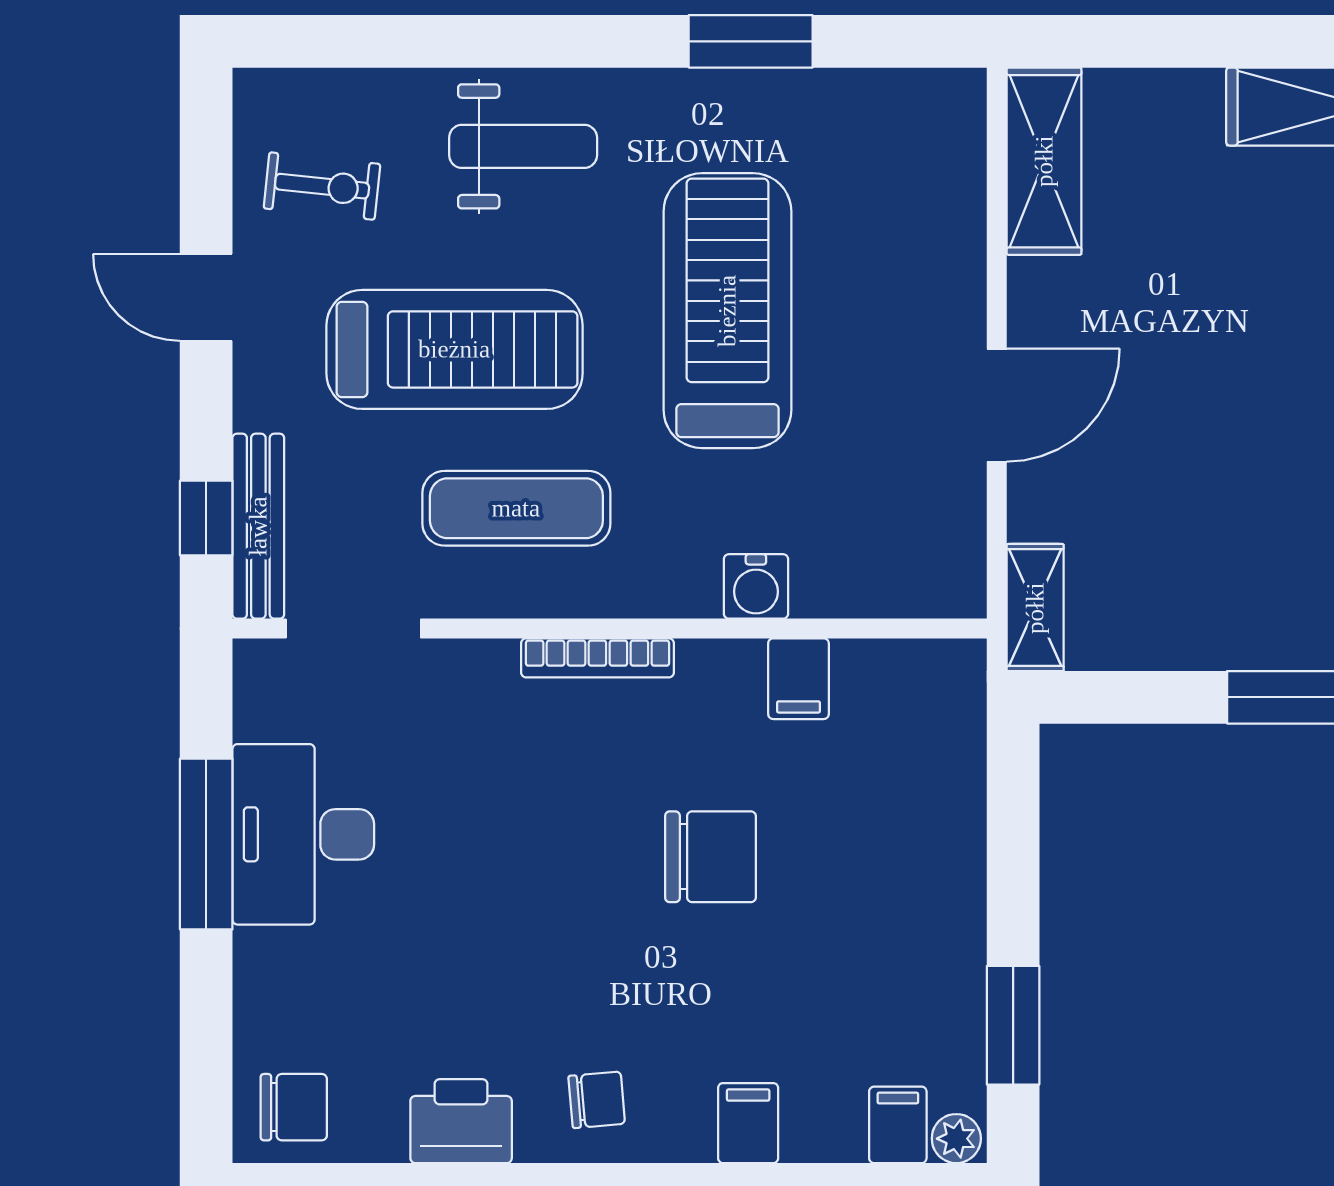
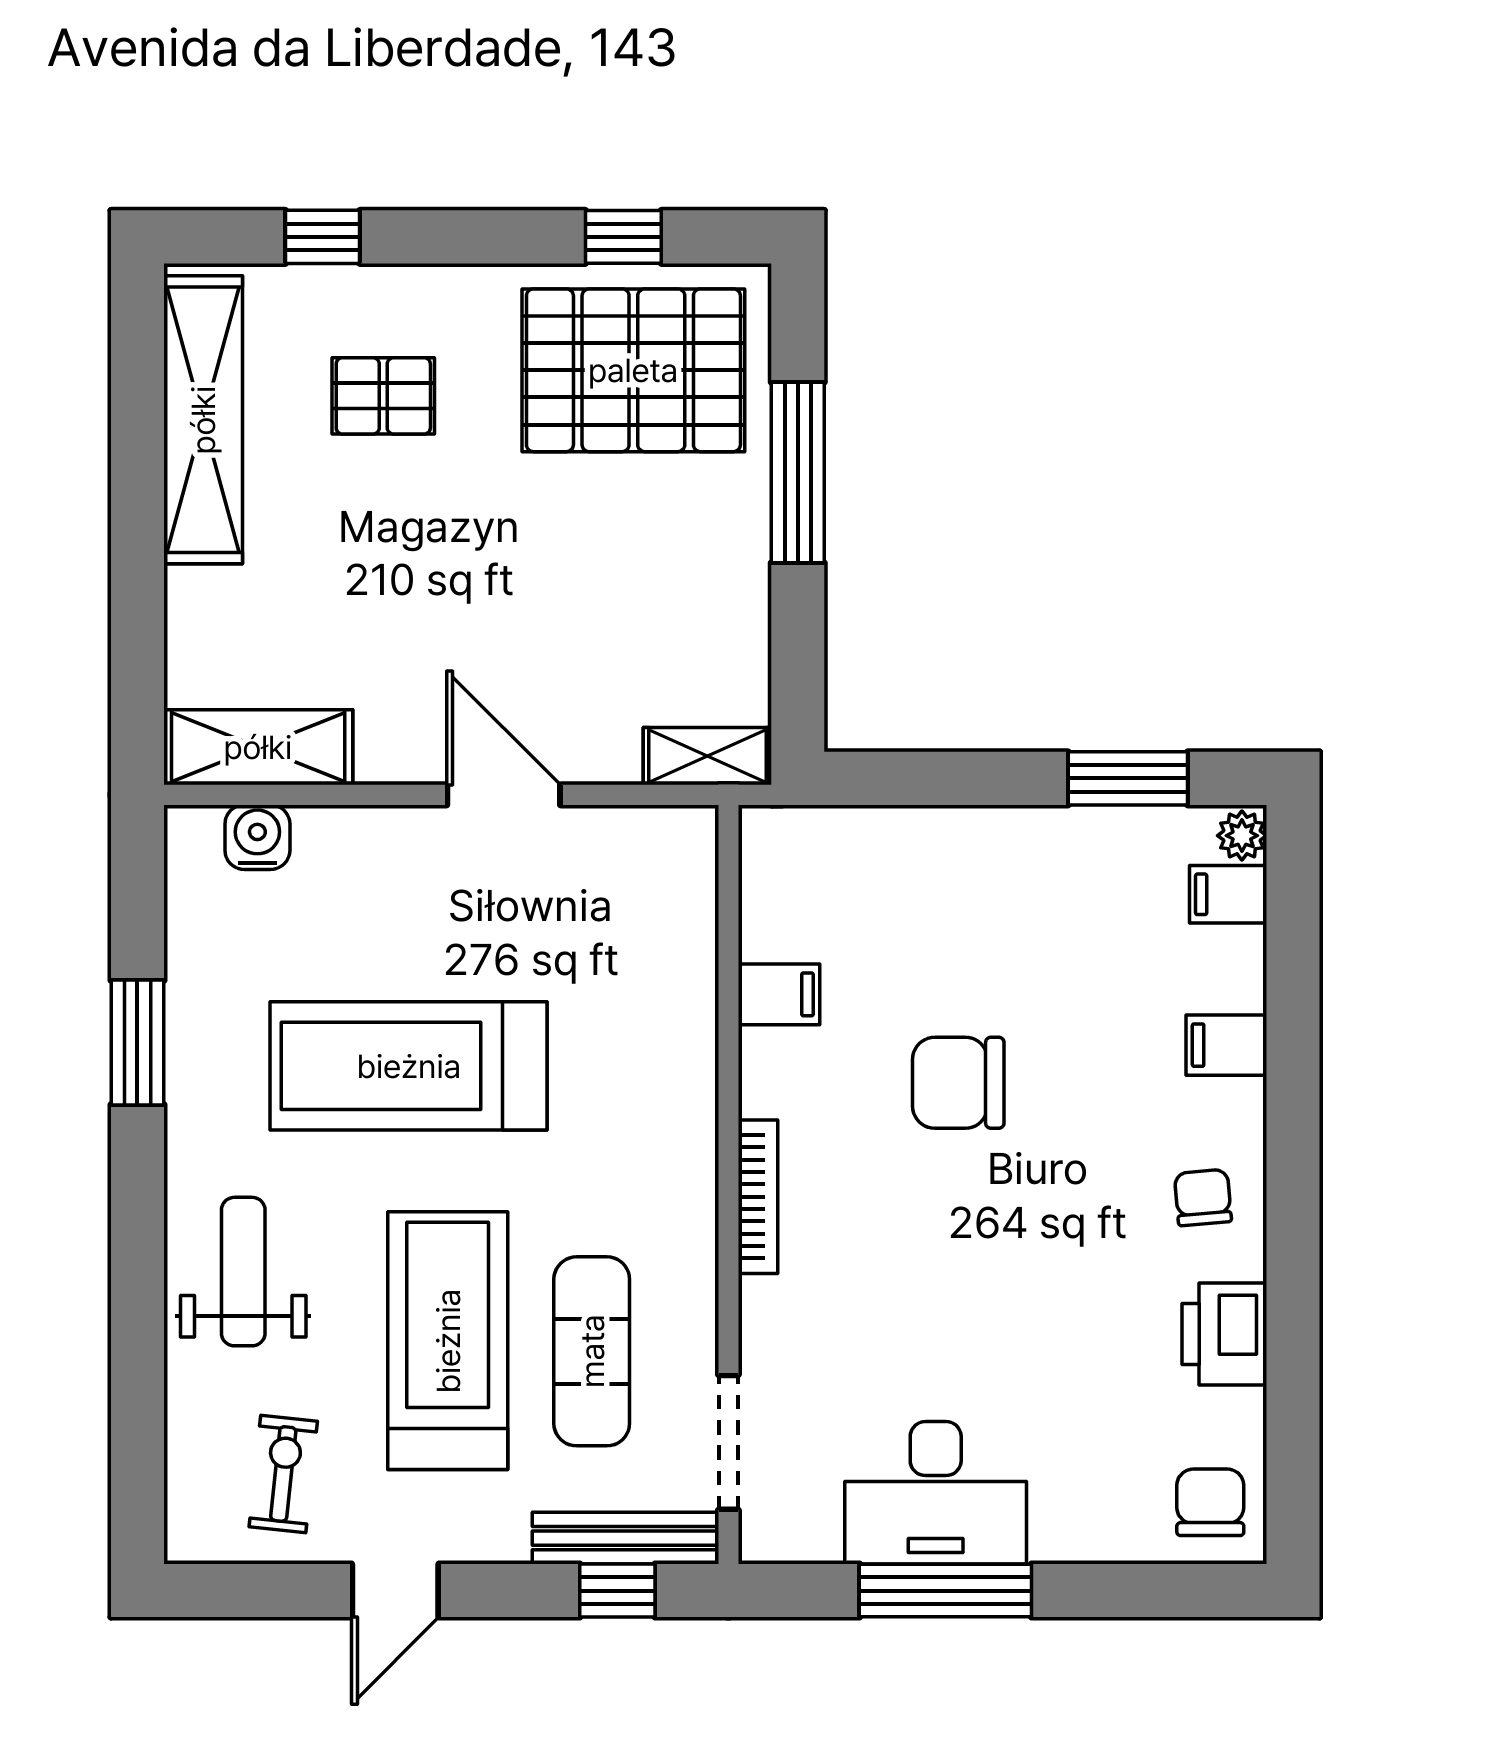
exercise mat: (516, 508) -> (592, 1351), moved
water cooler: (756, 586) -> (257, 837), moved, turned -90
chair: (711, 857) -> (958, 1083), turned -90

